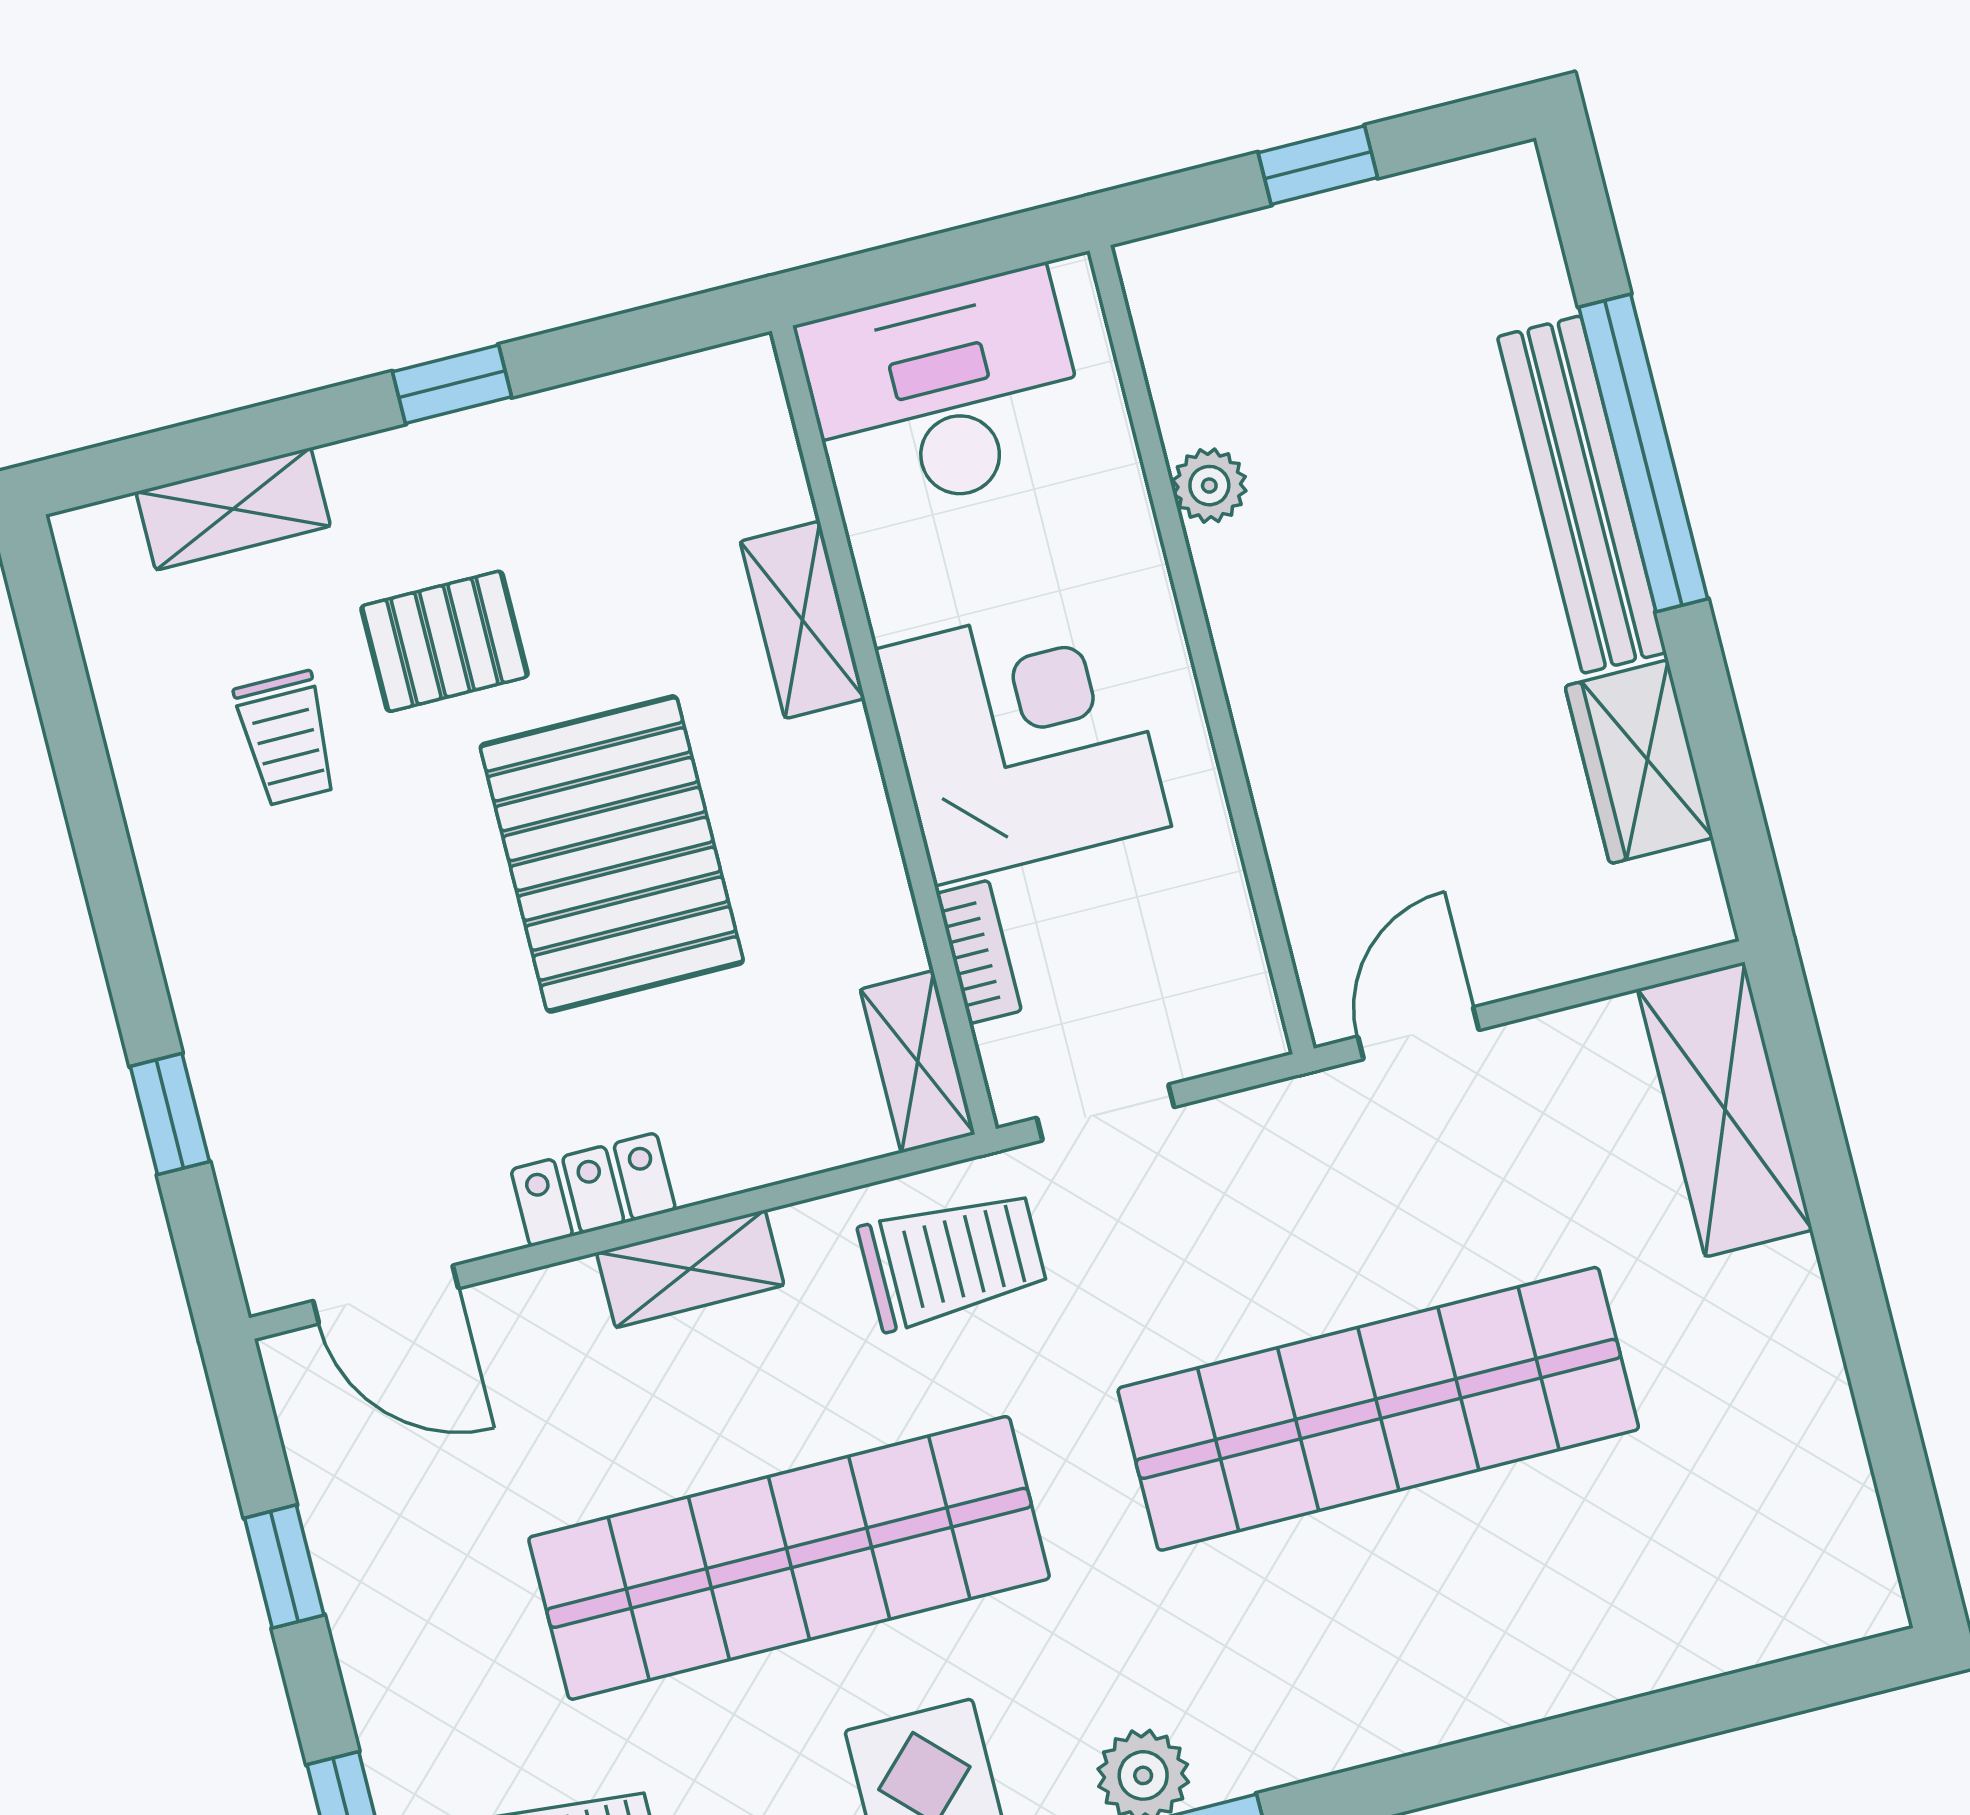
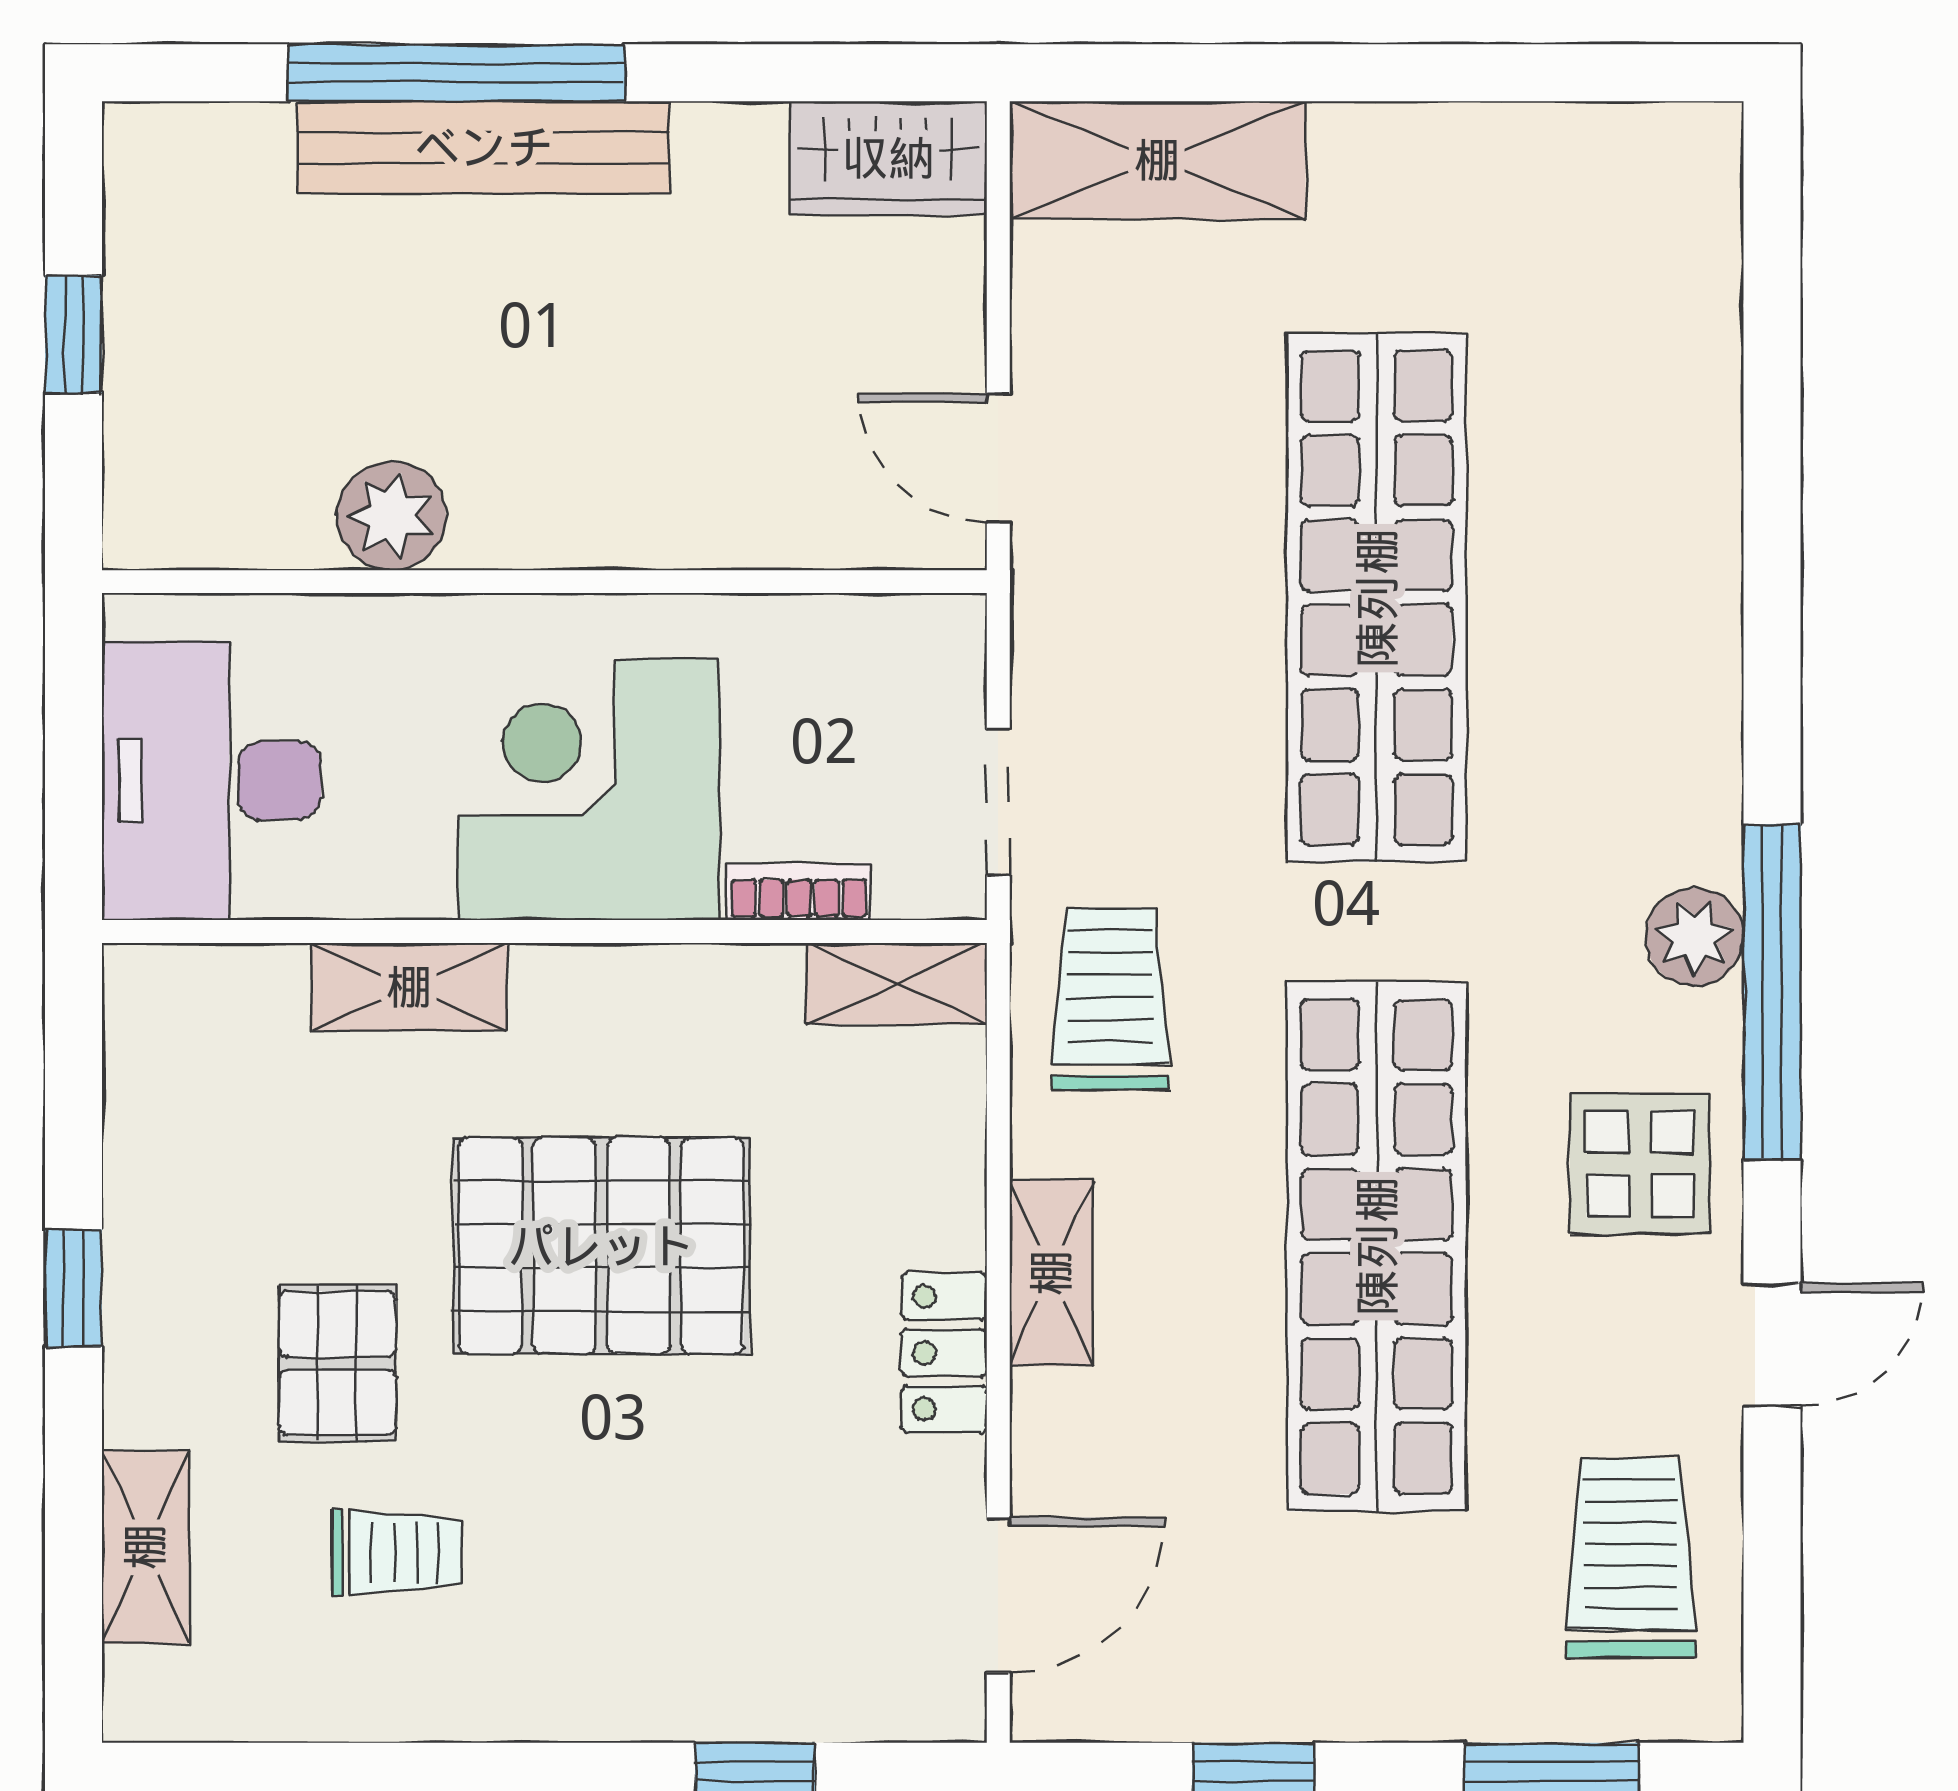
plant: (1209, 486) -> (391, 516), width x1.38, depth x1.38
wardrobe: (1639, 762) -> (888, 158), moved

